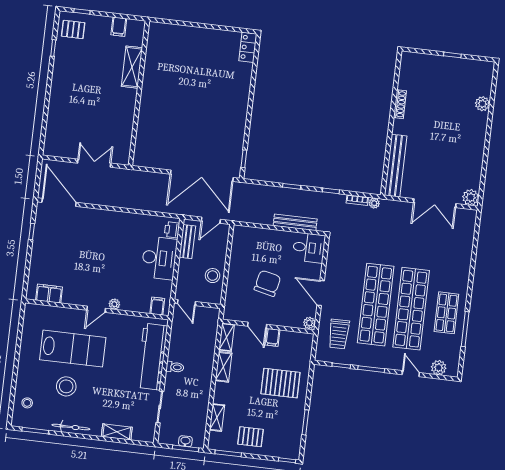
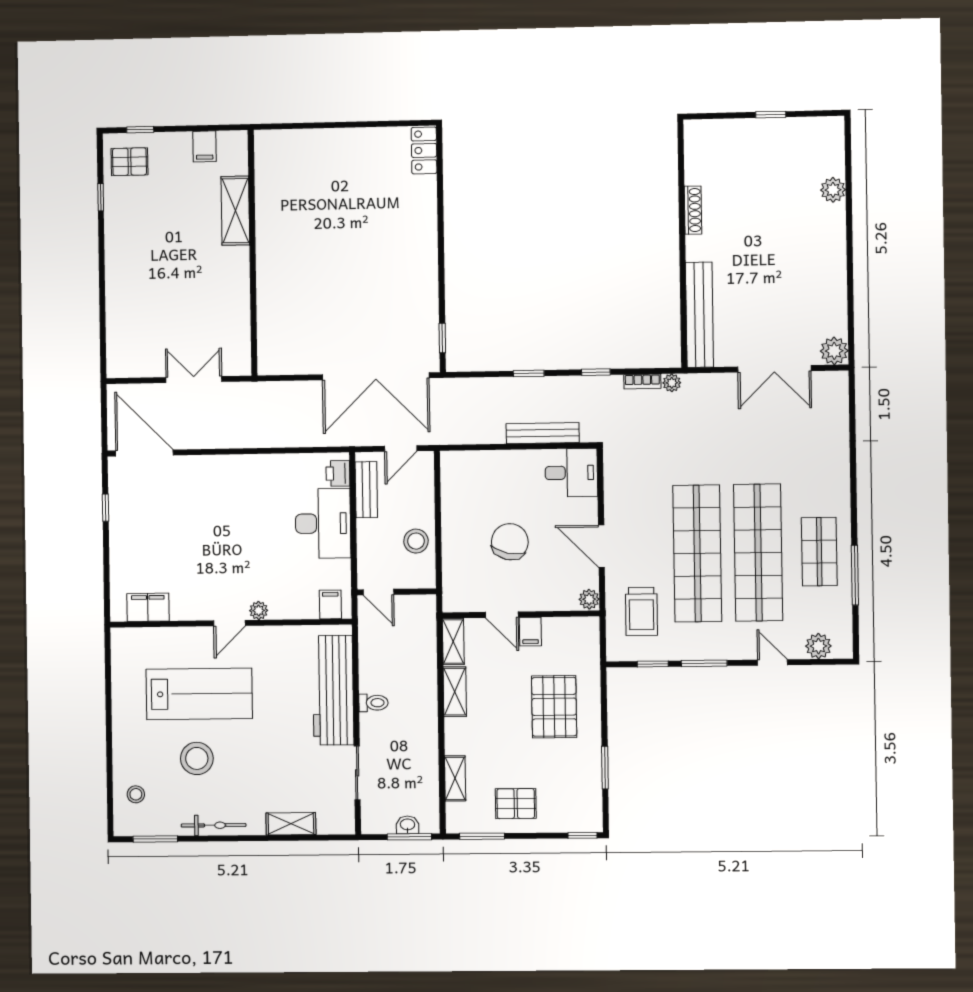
pallet: (280, 383) -> (554, 707), turned 90

